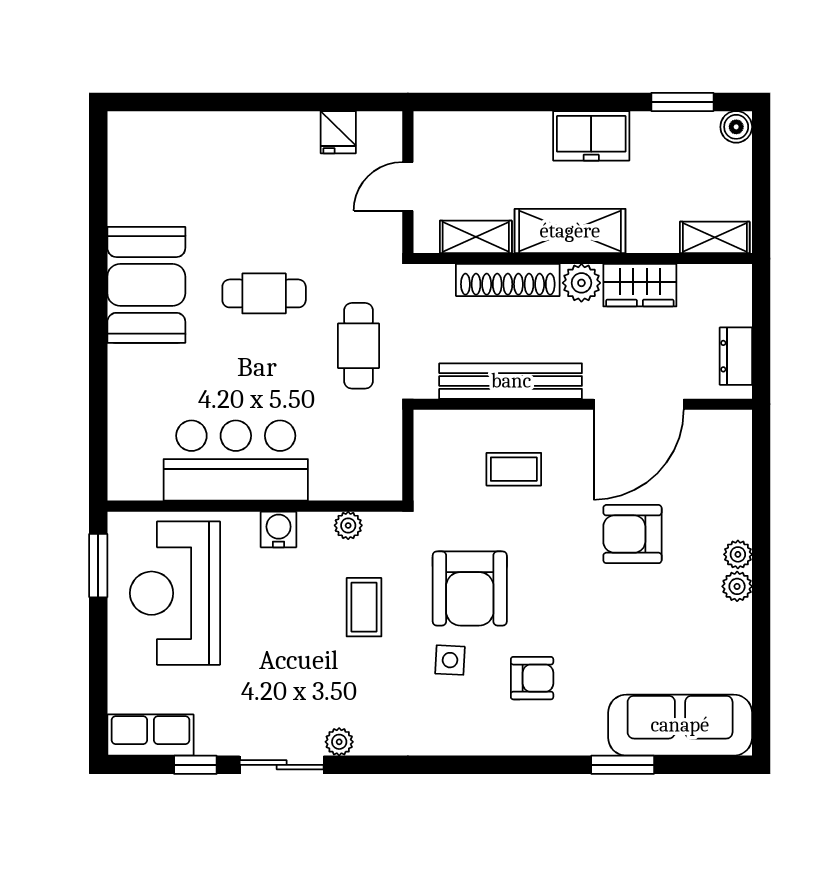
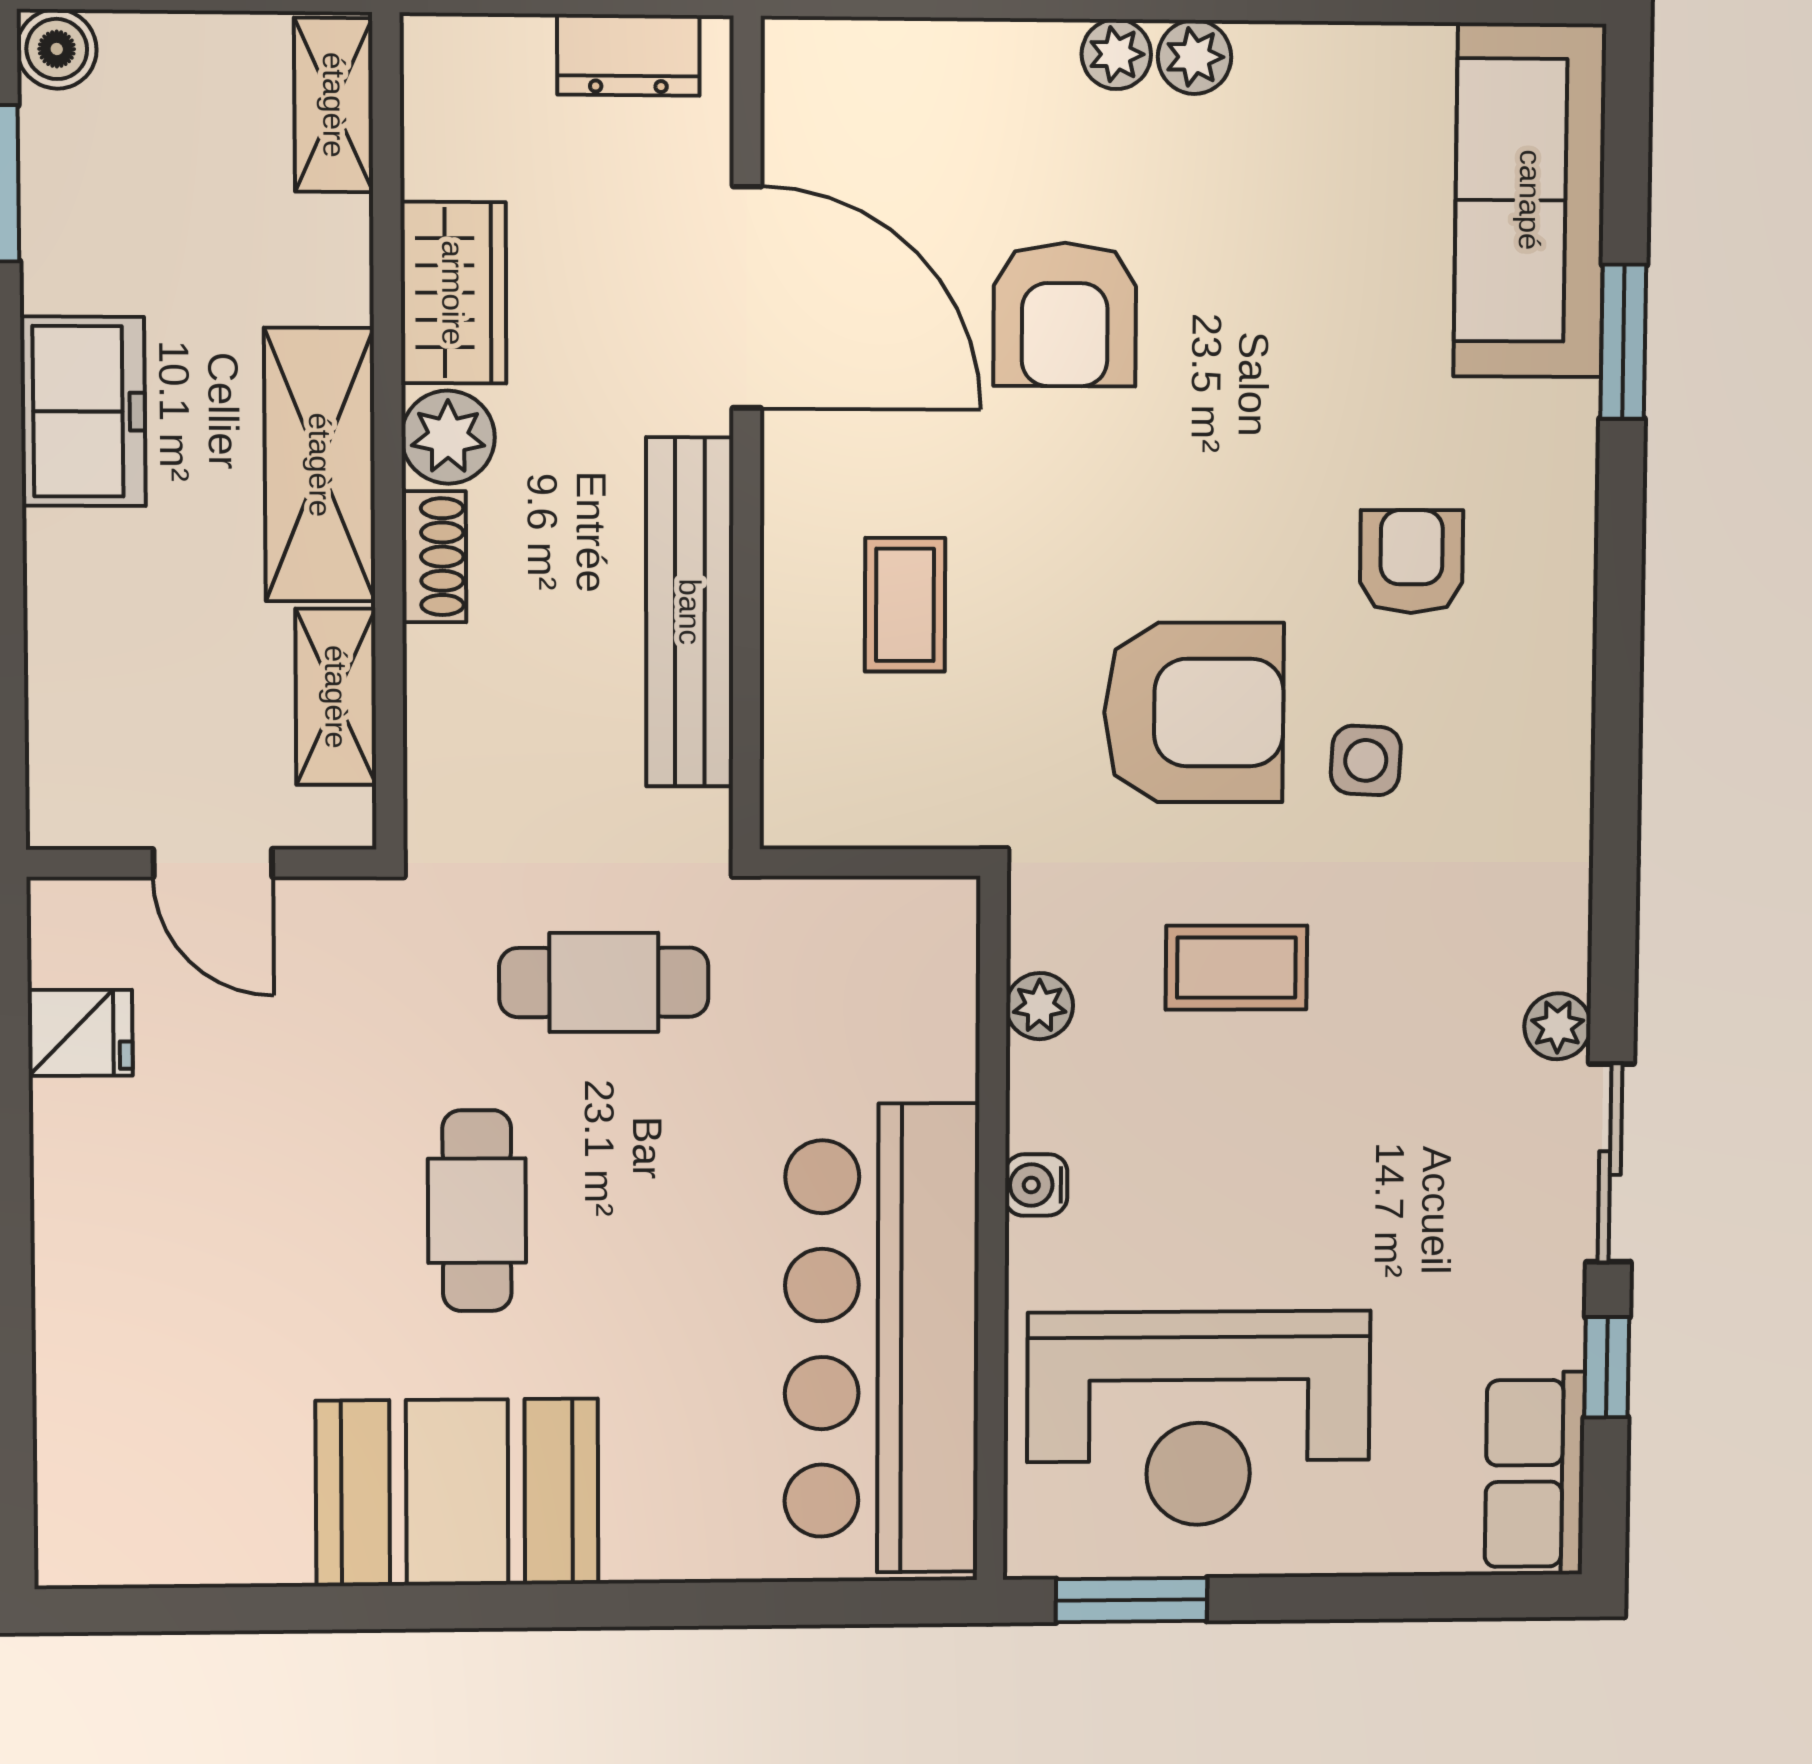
shoe rack: (508, 280) -> (434, 557), width x0.51, depth x0.81
bar counter: (236, 461) -> (882, 1339), width x1.36
water cooler: (279, 529) -> (1036, 1185), width x0.72, depth x0.72

